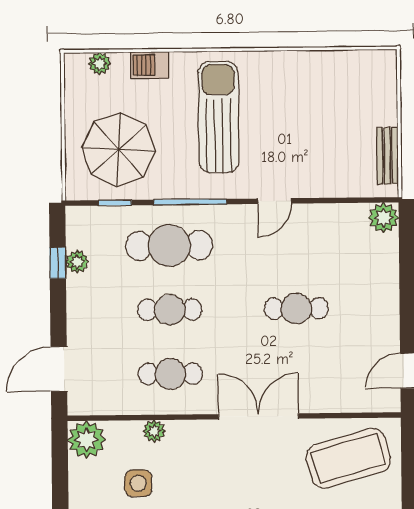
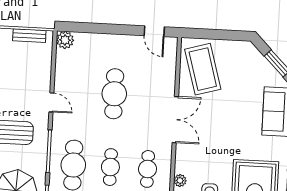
cafe table: (296, 308) -> (114, 94), width x1.37, depth x1.35
double door: (258, 416) -> (175, 120), swing flipped

